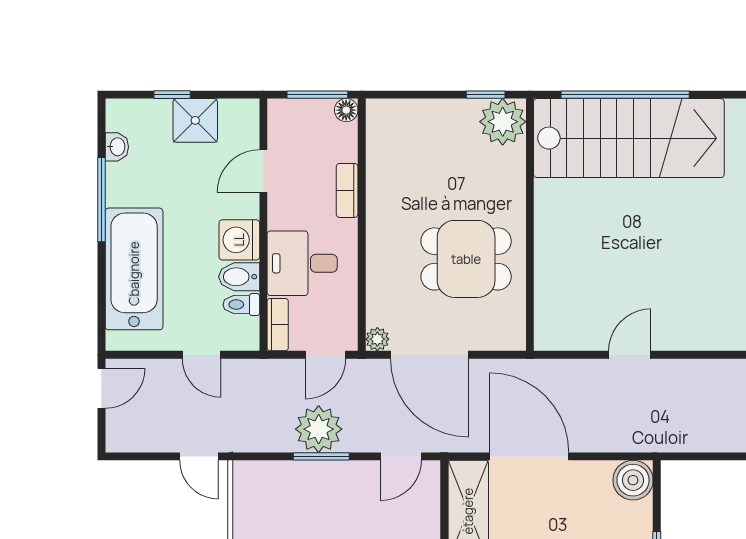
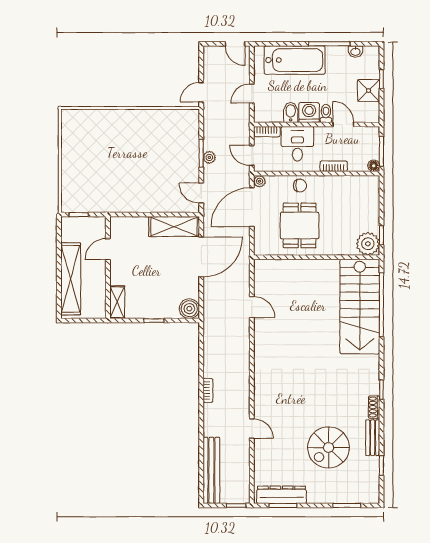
chair: (386, 258) -> (300, 186), added
toilet: (241, 305) -> (326, 113), moved
plant: (319, 429) -> (209, 157), width x0.53, depth x0.53

